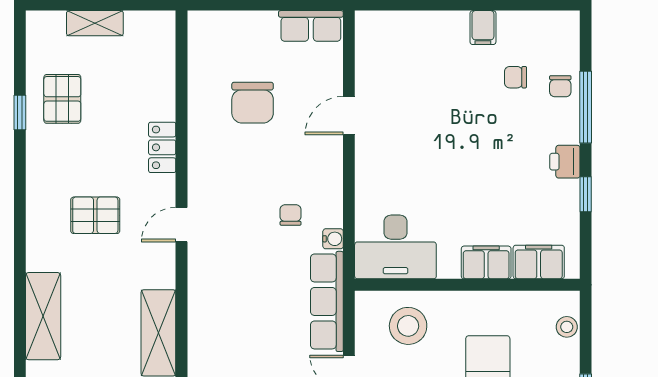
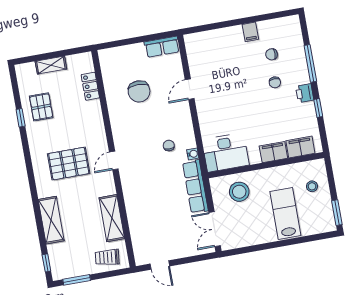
chair: (560, 86) -> (275, 82), moved
locker: (162, 147) -> (90, 86), moved
pallet: (95, 215) -> (69, 164), width x1.50, depth x1.42
stool: (567, 327) -> (312, 186), moved

